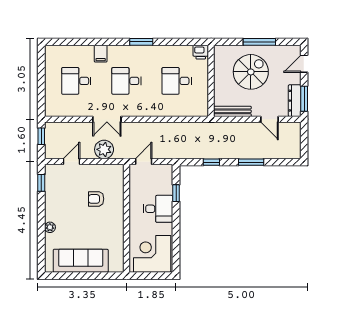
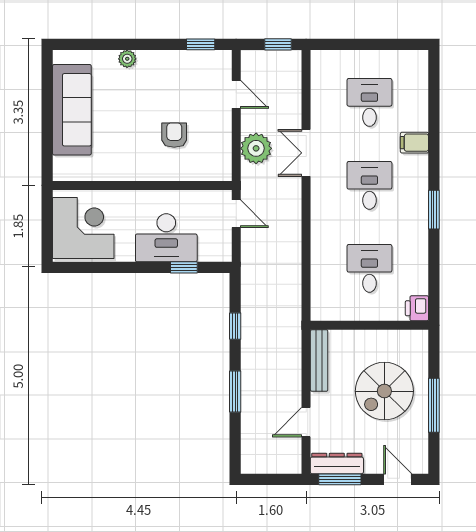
spiral stairs: (251, 72) -> (384, 391), turned 90
desk: (158, 209) -> (166, 238), width x1.37

